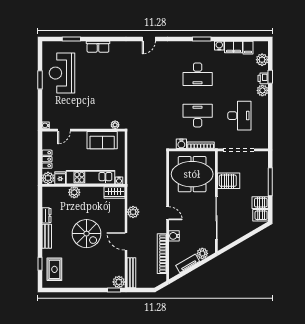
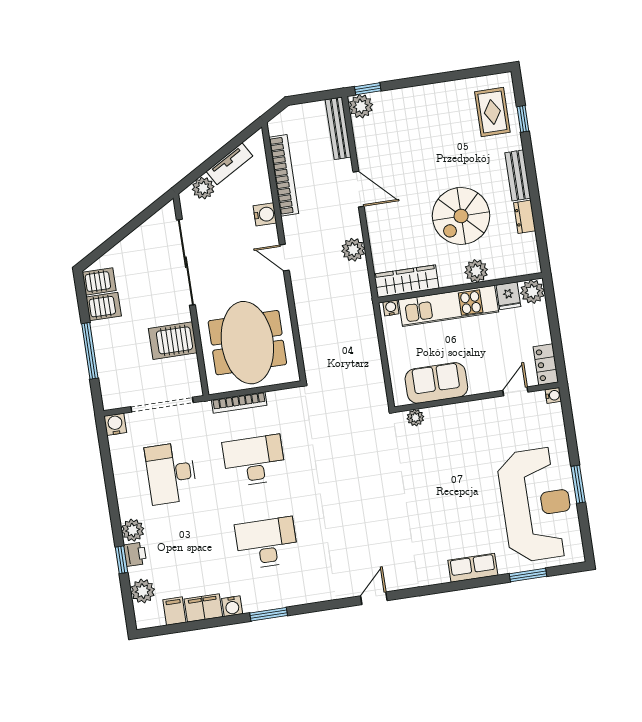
reception desk: (62, 73) -> (536, 504), width x1.36, depth x1.30
desk: (198, 116) -> (254, 461), turned 180
water cooler: (181, 144) -> (115, 424), moved
locker: (47, 159) -> (546, 364), moved
meeting table: (192, 174) -> (247, 343), turned 90
wardrobe: (114, 193) -> (406, 281), width x1.50
spiral stairs: (87, 234) -> (461, 216), moved, turned -90

